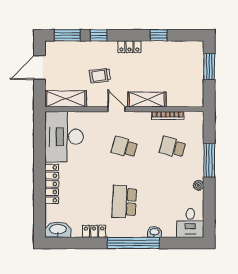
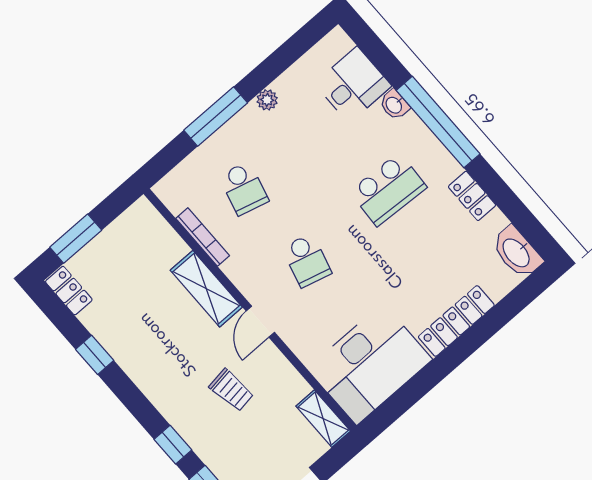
locker: (129, 47) -> (69, 291), moved
shelving: (66, 99) -> (323, 419), width x0.67, depth x0.75
desk: (190, 223) -> (353, 85), moved

